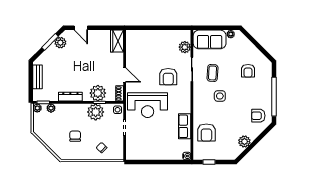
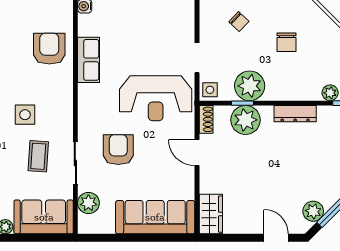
sofa: (148, 39) -> (155, 217), added
reception desk: (148, 105) -> (156, 98), turned 180

